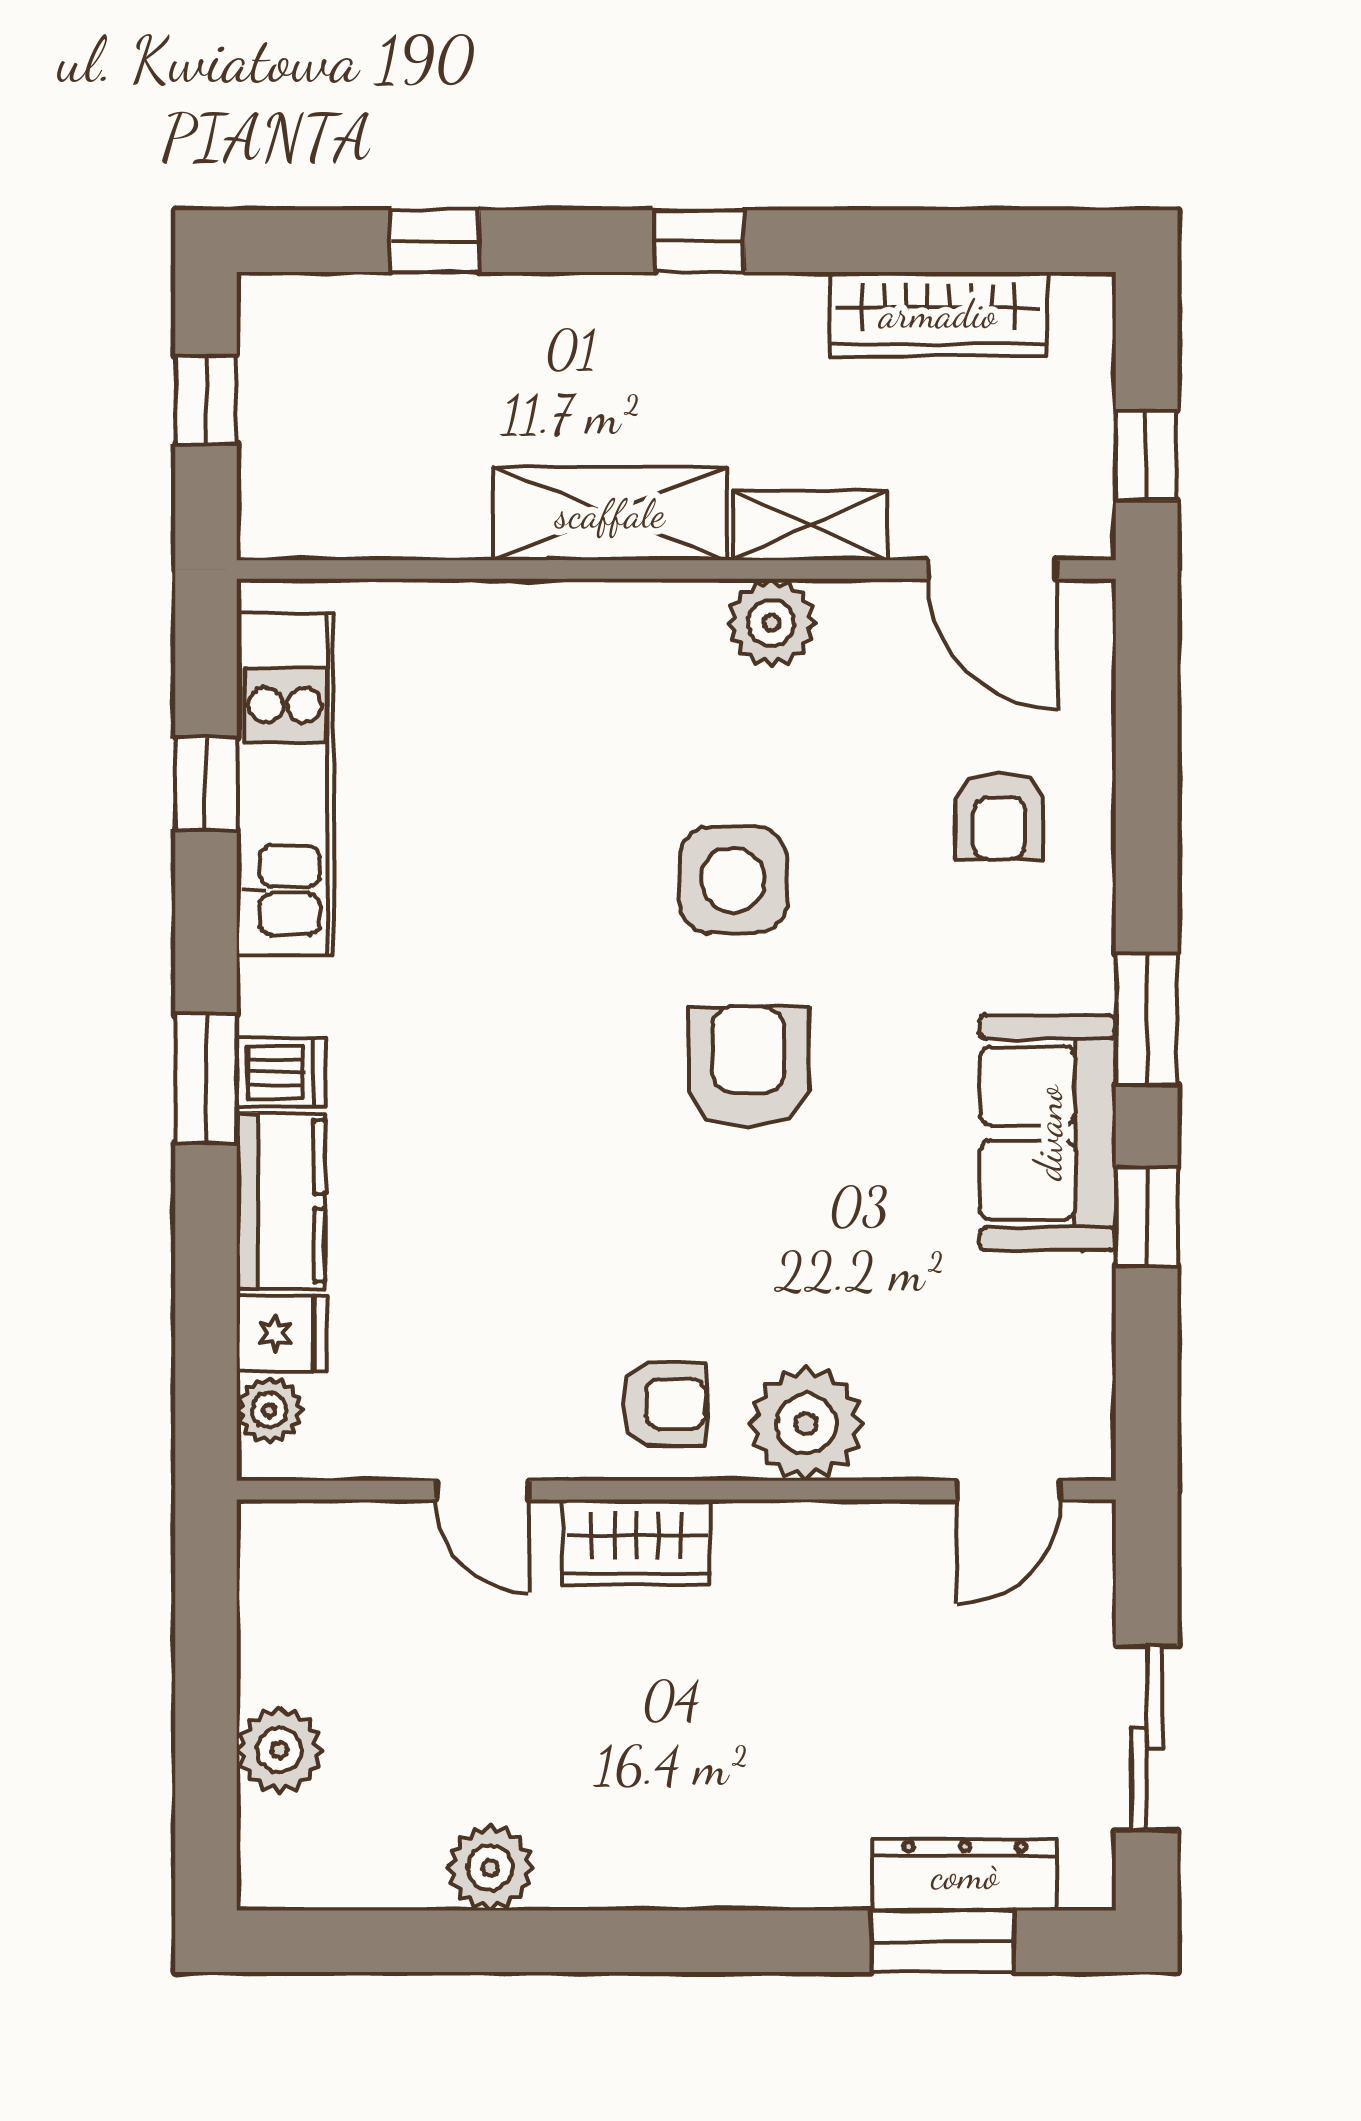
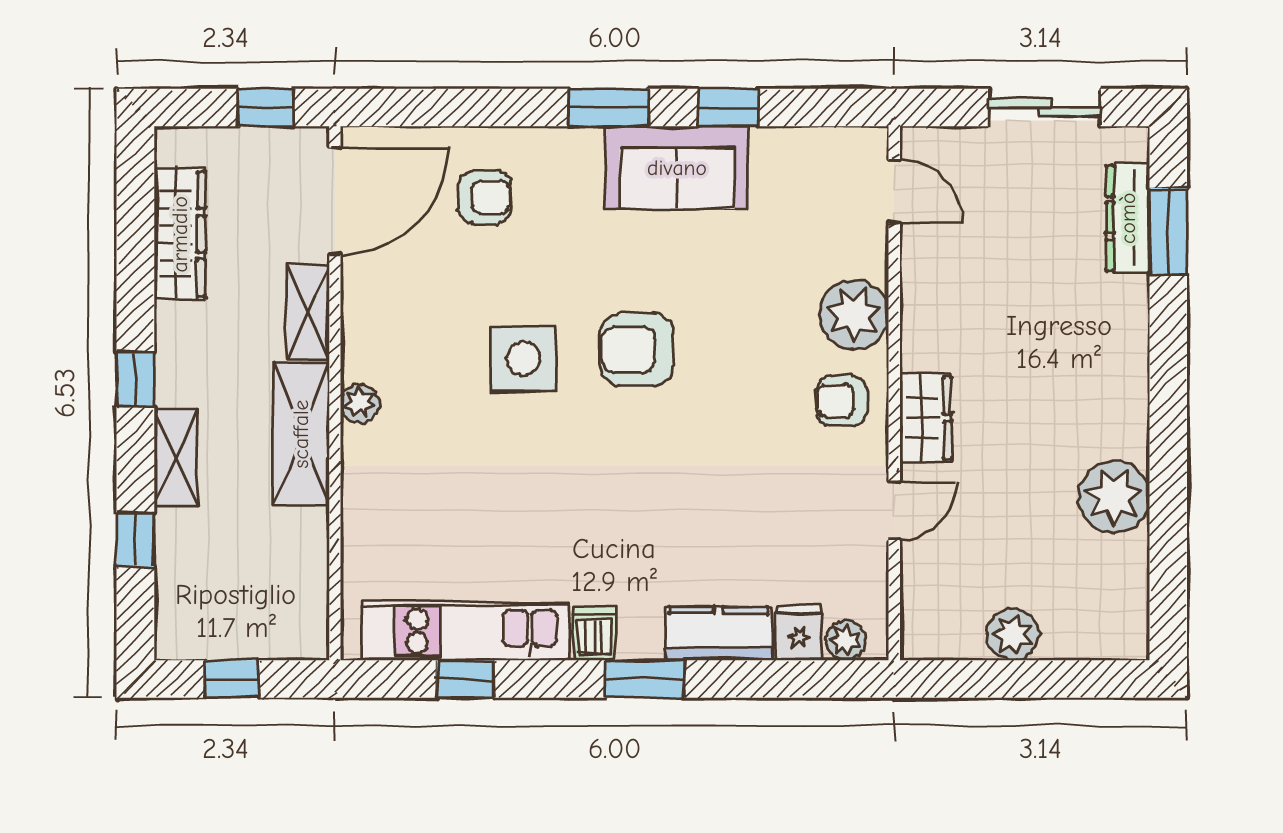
shelving: (571, 308) -> (176, 457), added
door: (992, 569) -> (335, 201), width x1.36
plant: (772, 623) -> (360, 403), moved, width x0.73, depth x0.73
dishwasher: (281, 1072) -> (594, 633), moved
armchair: (664, 1404) -> (842, 401), turned -90
plant: (279, 1750) -> (1013, 634), moved
plant: (490, 1868) -> (1114, 497), width x1.36, depth x1.36

